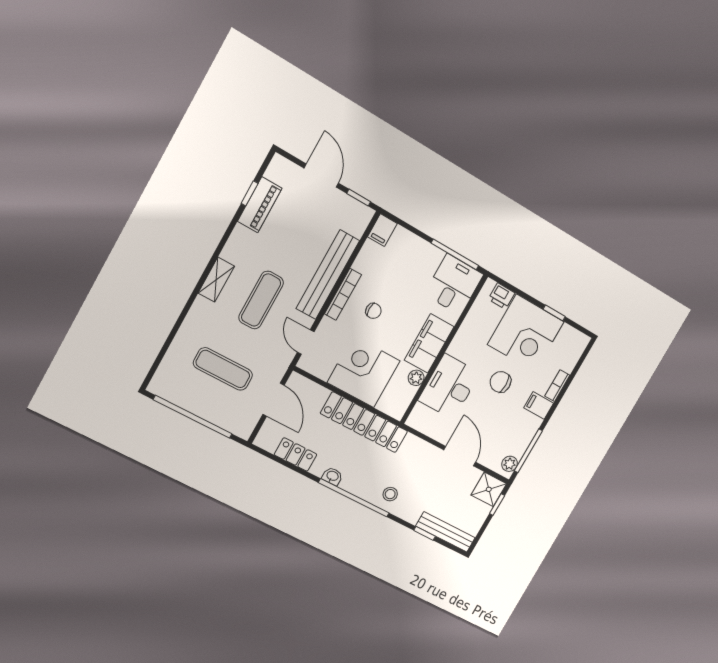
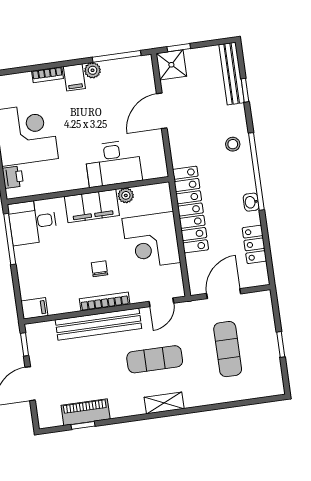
chair: (500, 382) -> (79, 124), removed
window: (193, 417) -> (281, 344), width x0.32
plant: (510, 464) -> (93, 70), moved

